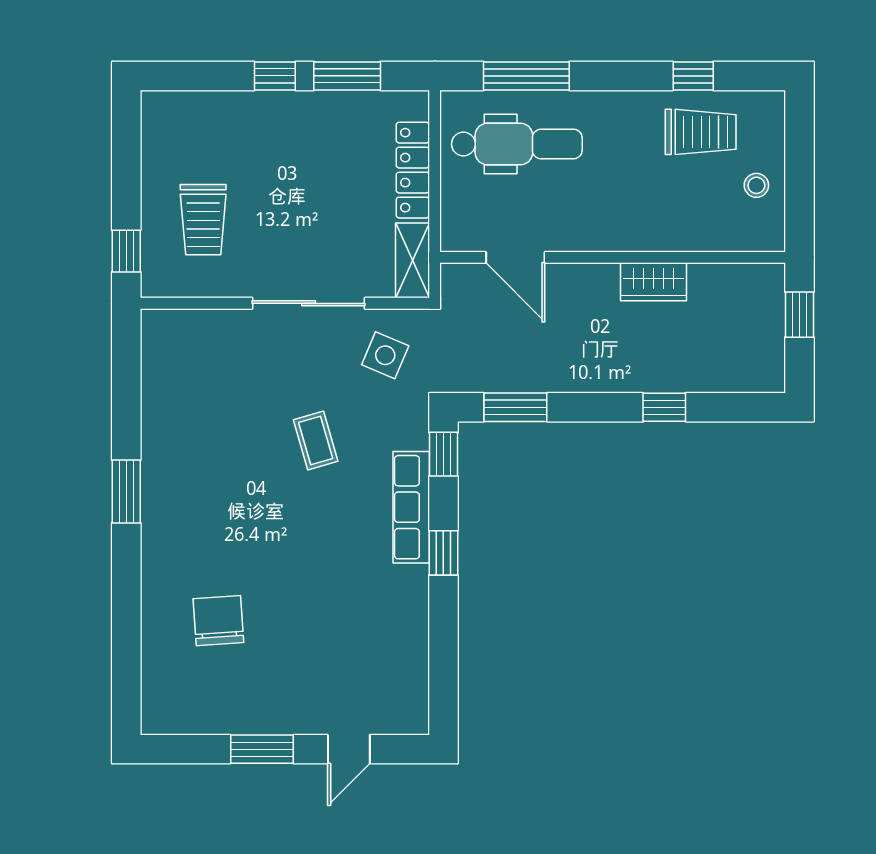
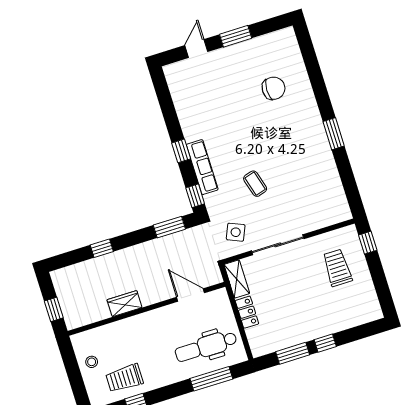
locker: (413, 170) -> (247, 312), width x0.66
chair: (218, 621) -> (274, 88), turned -86

